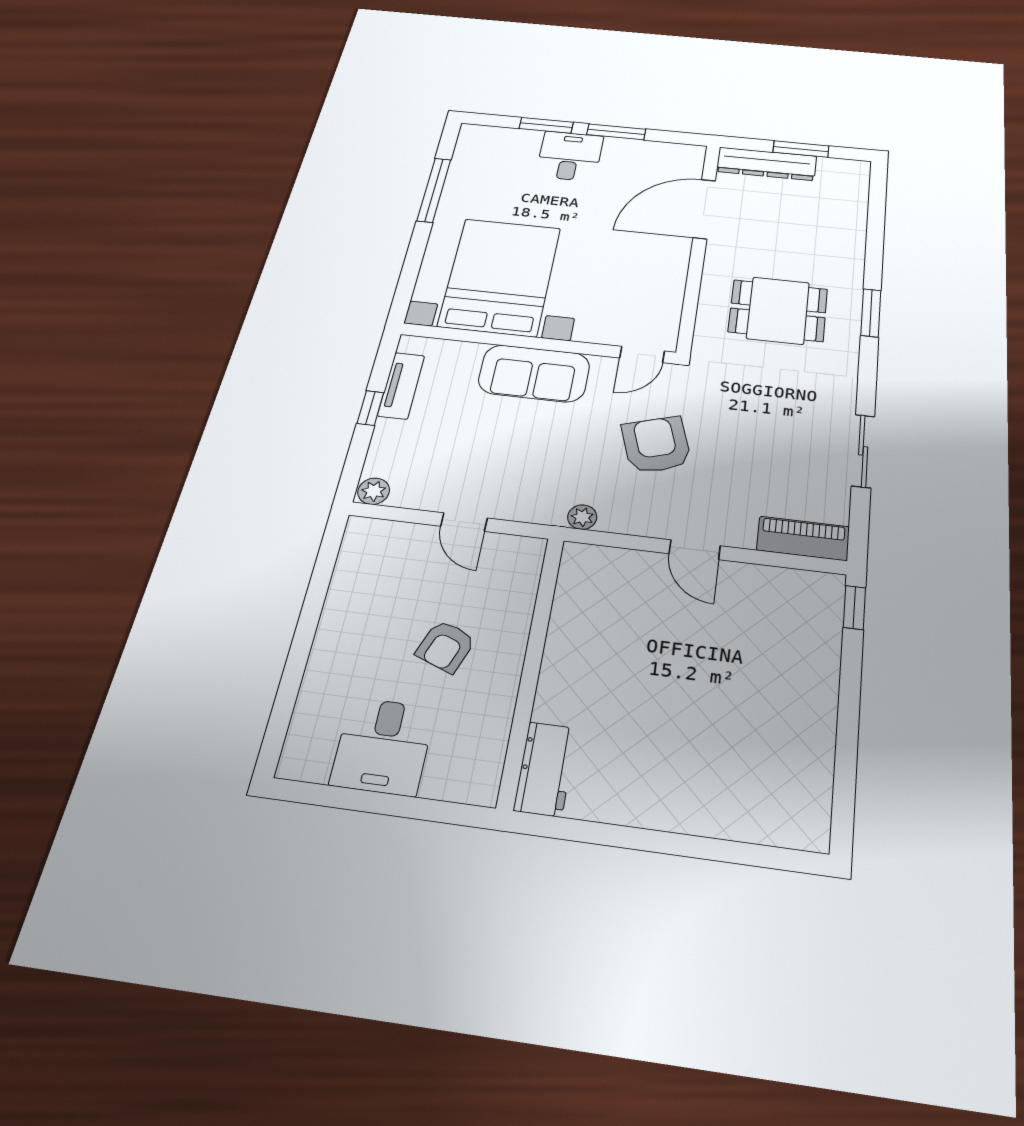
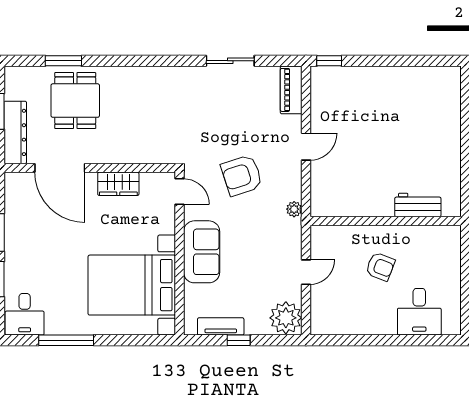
desk: (570, 156) -> (25, 314), moved, turned -90
wardrobe: (668, 277) -> (118, 184), added
dining table: (778, 310) -> (75, 101), moved
window: (871, 313) -> (63, 61), moved
plant: (374, 491) -> (286, 318), width x1.88, depth x1.88
desk: (383, 746) -> (419, 312), moved, turned 90
workbench: (545, 769) -> (418, 205), moved

